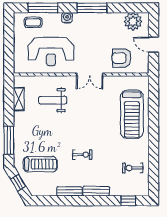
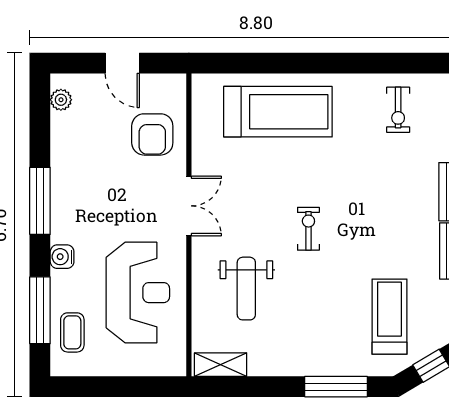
plant: (133, 21) -> (61, 100), width x0.53, depth x0.53
door: (154, 45) -> (122, 63), hinge flipped
shelving: (19, 99) -> (221, 365), moved
exercise bike: (82, 155) -> (308, 229), moved

